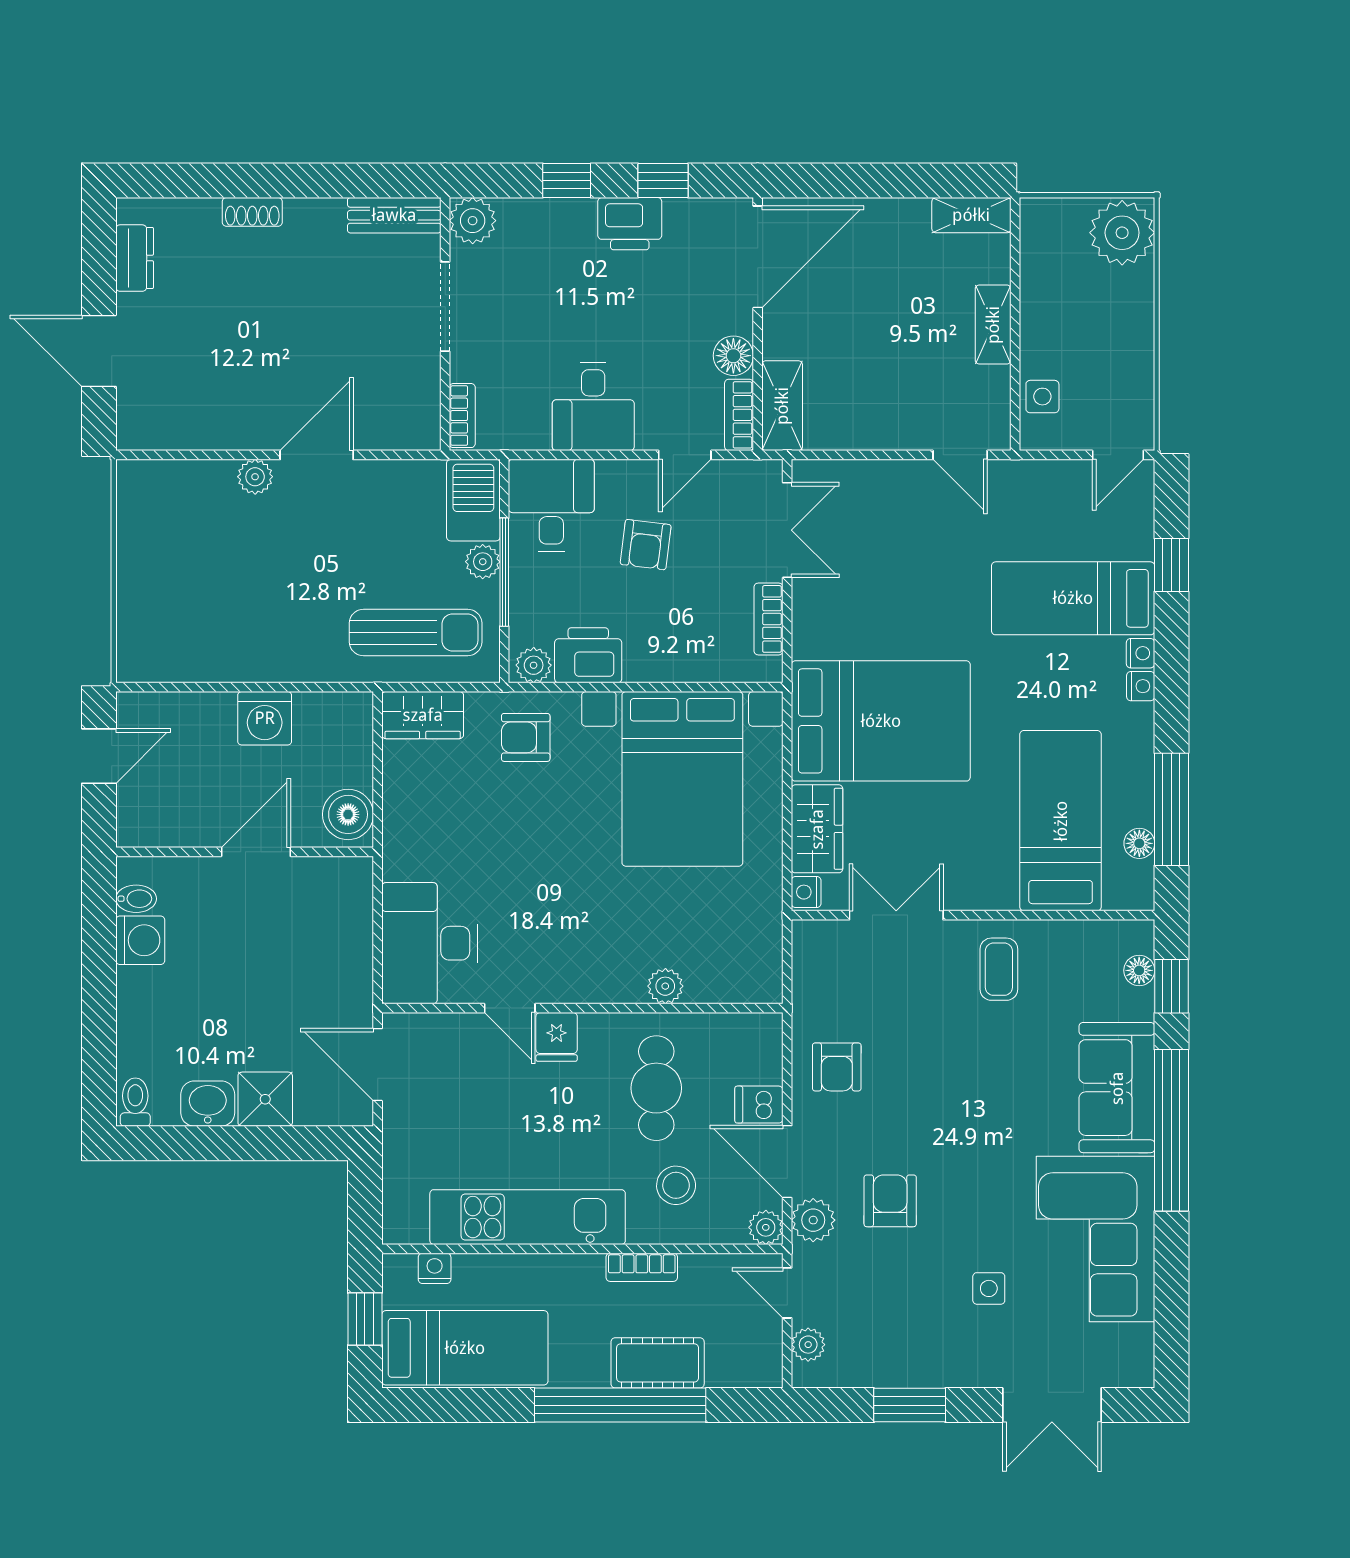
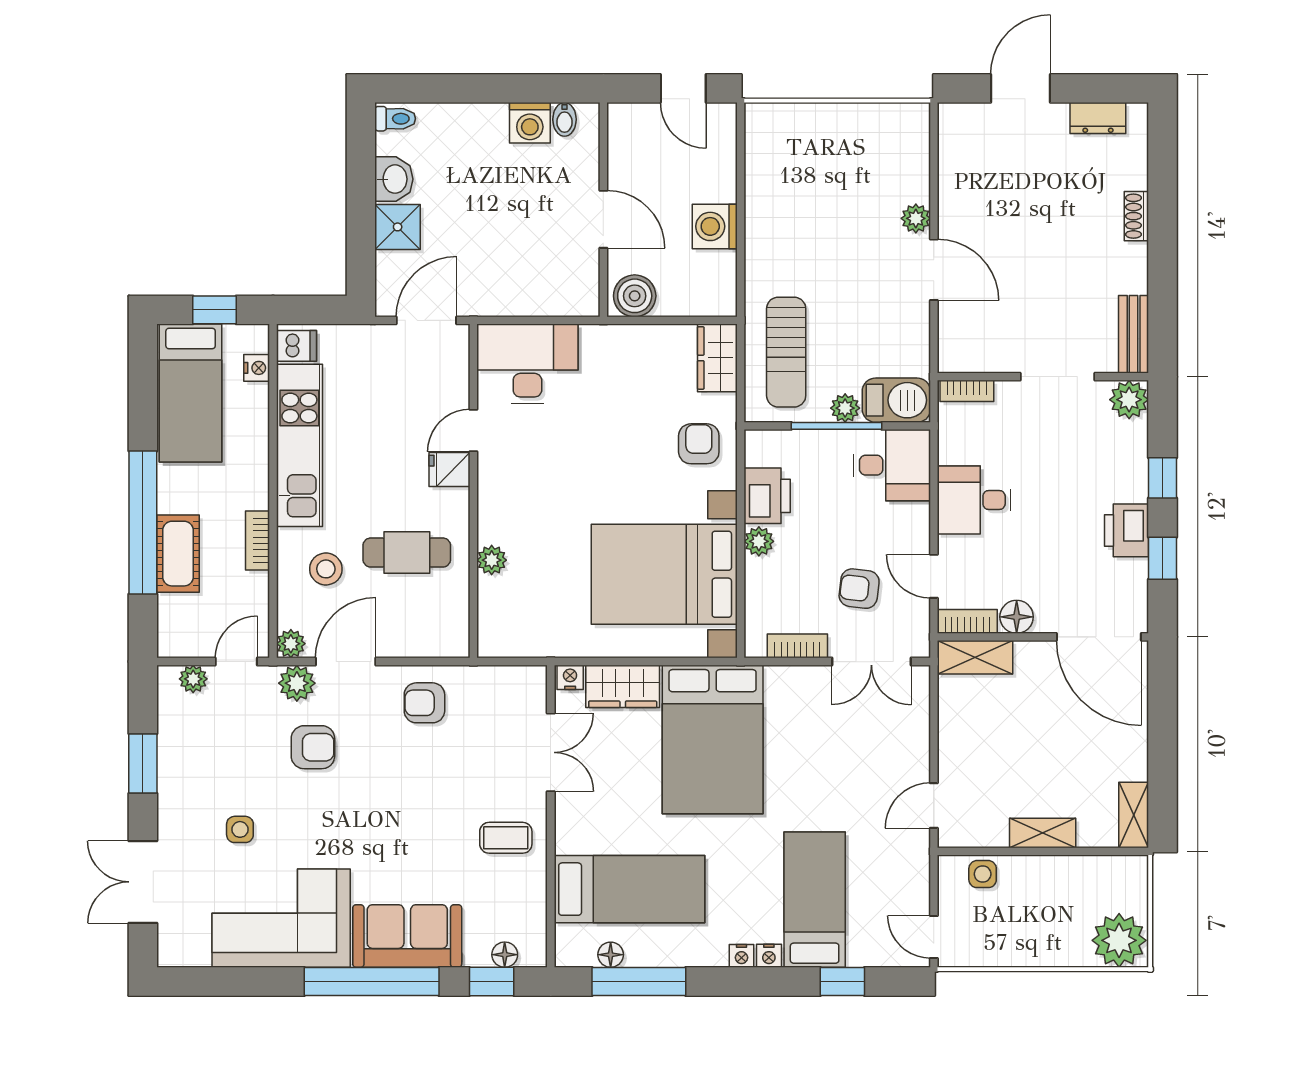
armchair: (646, 545) -> (859, 589), moved
plant: (534, 665) -> (759, 541), moved
dishwasher: (759, 1105) -> (296, 346), moved, turned 90

